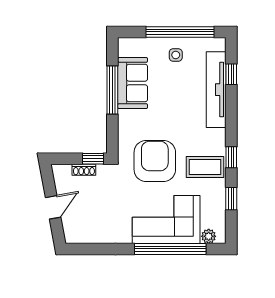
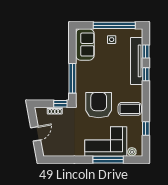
sofa: (133, 83) -> (85, 45), moved
window: (112, 90) -> (72, 78), moved
window: (231, 157) -> (146, 74), moved
window: (170, 249) -> (108, 160), width x0.68

